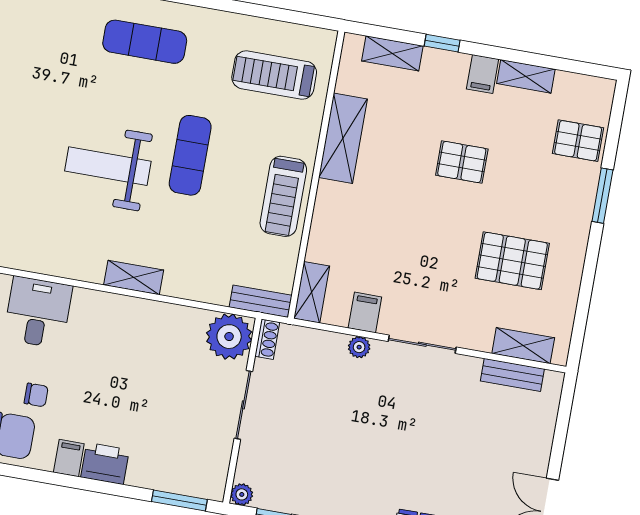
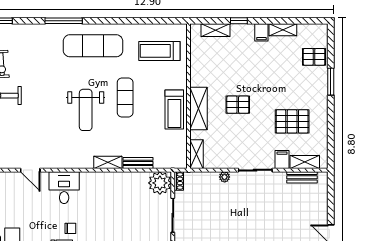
exercise mat: (145, 42) -> (93, 46), width x1.36, depth x1.45
shelving: (343, 138) -> (199, 108), moved
pallet: (462, 162) -> (238, 105), moved
weight bench: (108, 166) -> (86, 110), turned -90
bench: (261, 301) -> (138, 163), moved
filing cabinet: (365, 313) -> (282, 159), moved

